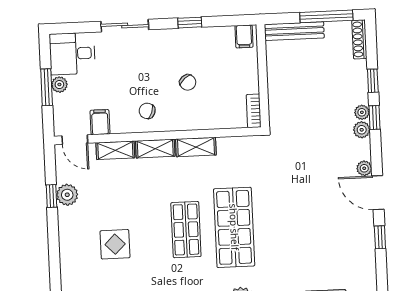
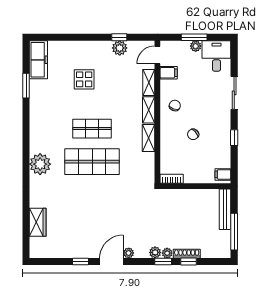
shoe rack: (359, 39) -> (187, 254), moved

